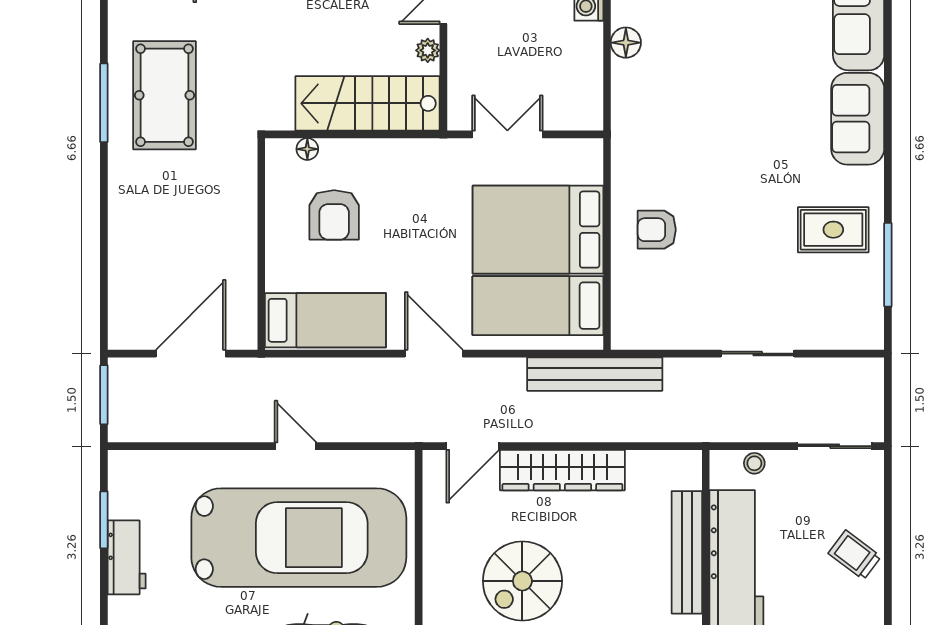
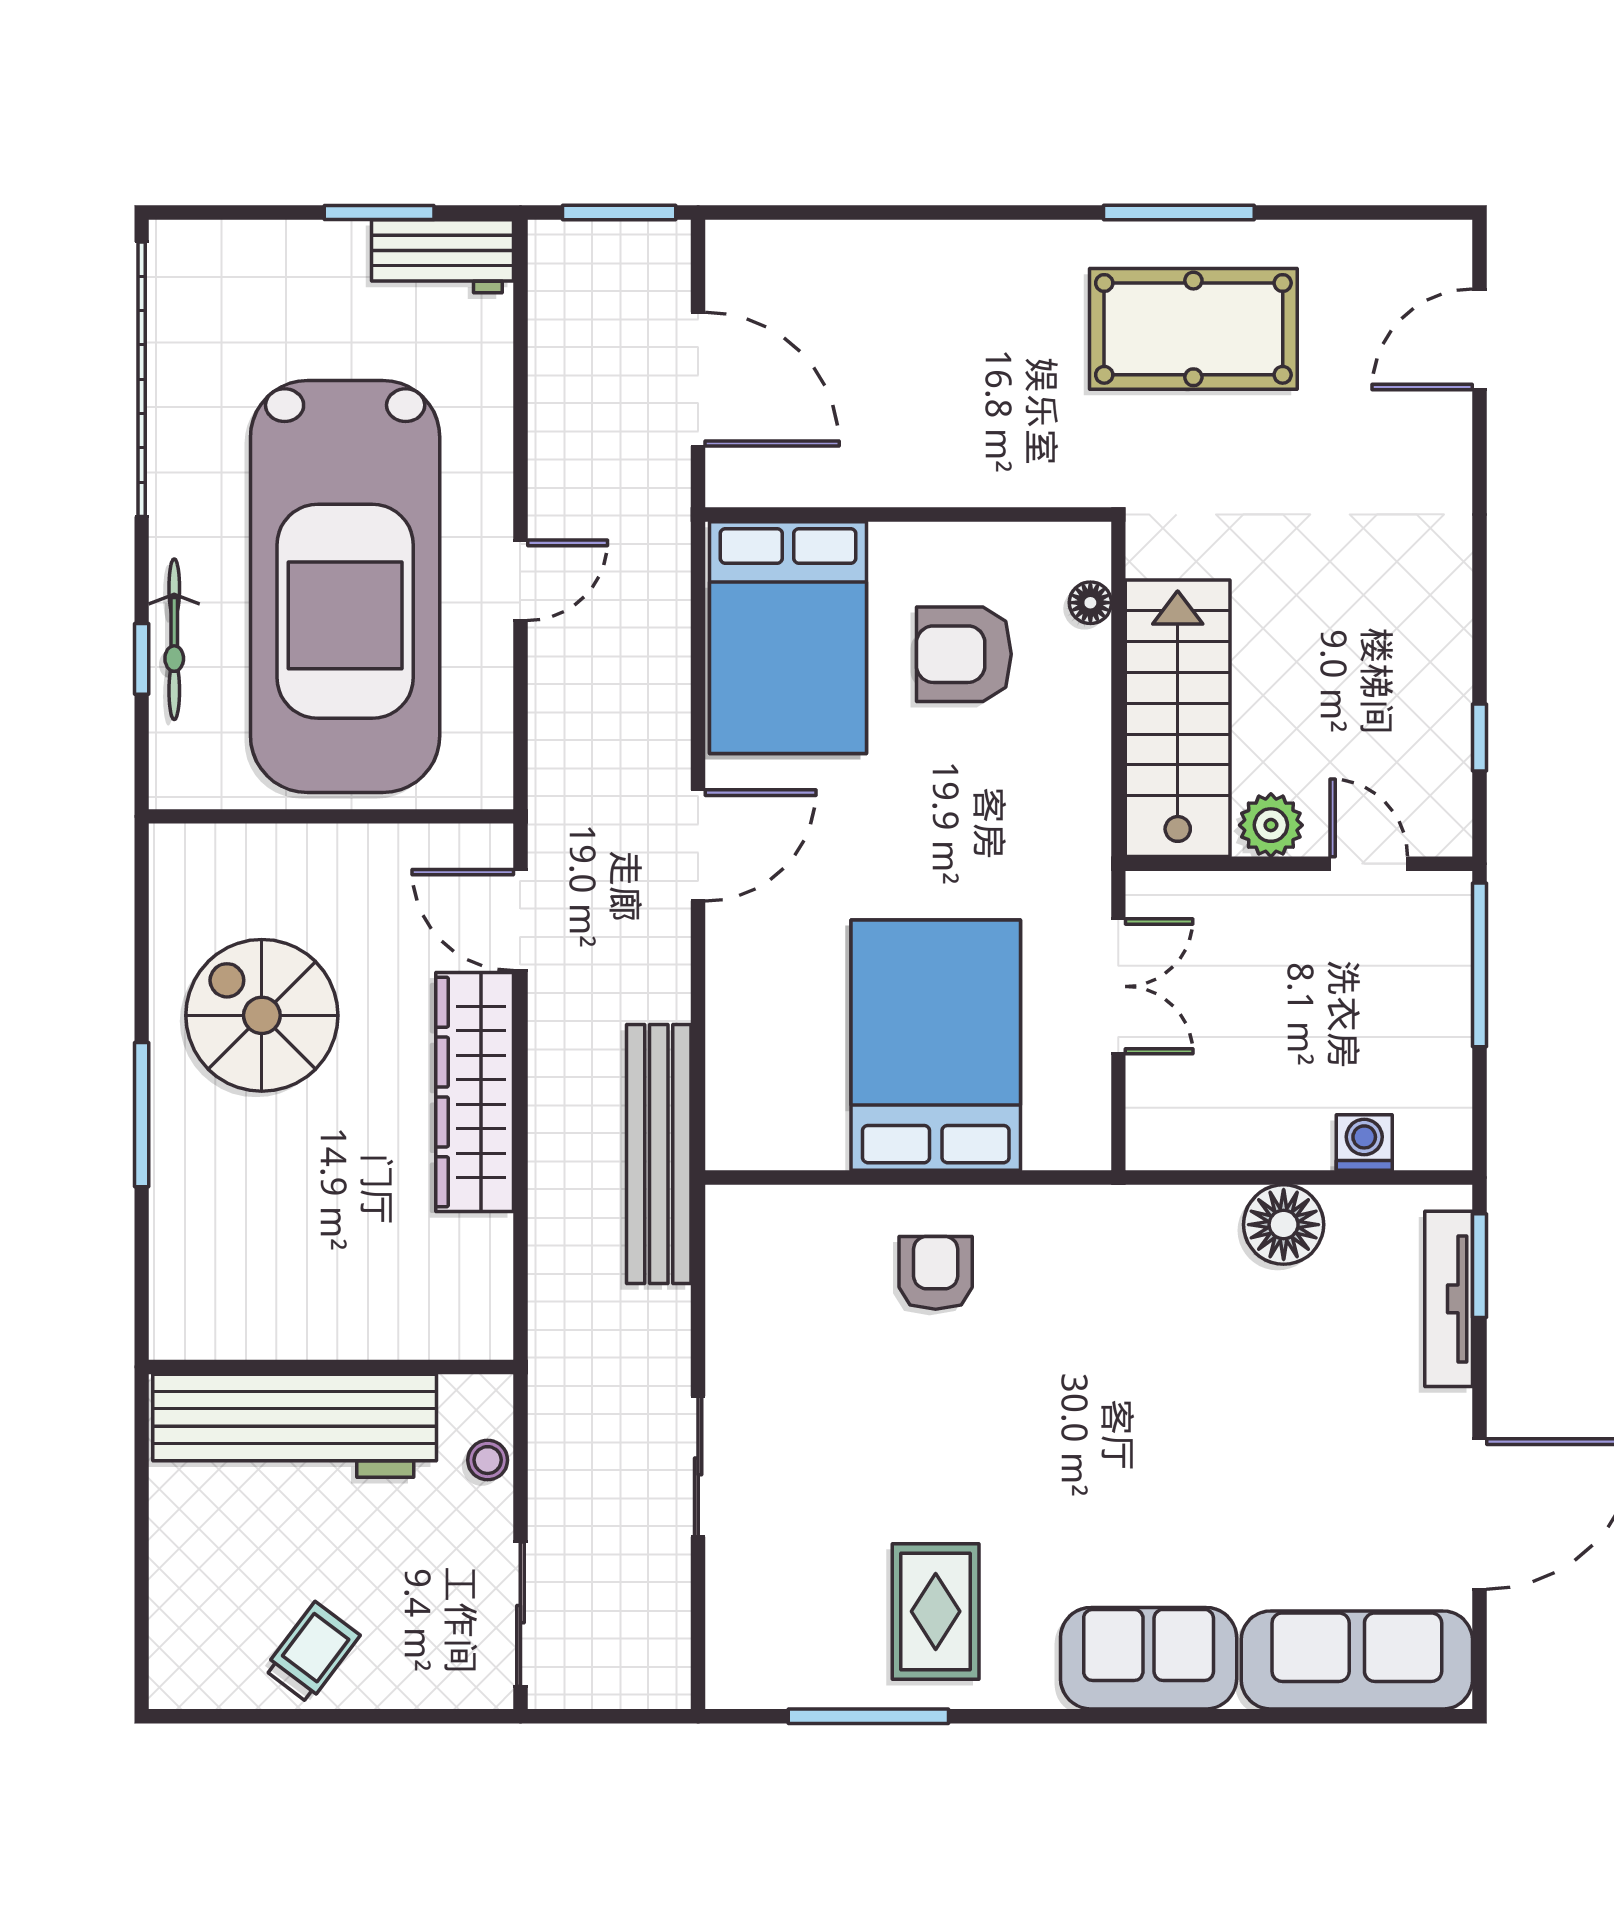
floor lamp: (626, 43) -> (1284, 1225), width x1.38, depth x1.38
plant: (428, 50) -> (1271, 825), width x1.38, depth x1.38
bed: (538, 306) -> (790, 1045), removed
bed: (325, 320) -> (788, 638), width x1.50
bench: (687, 552) -> (317, 1331), removed
workbench: (127, 557) -> (443, 256), moved

